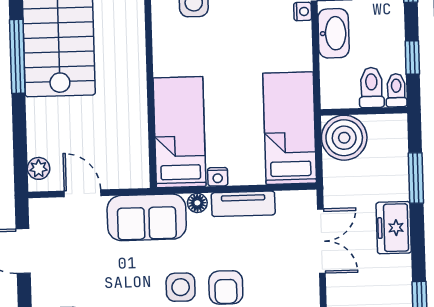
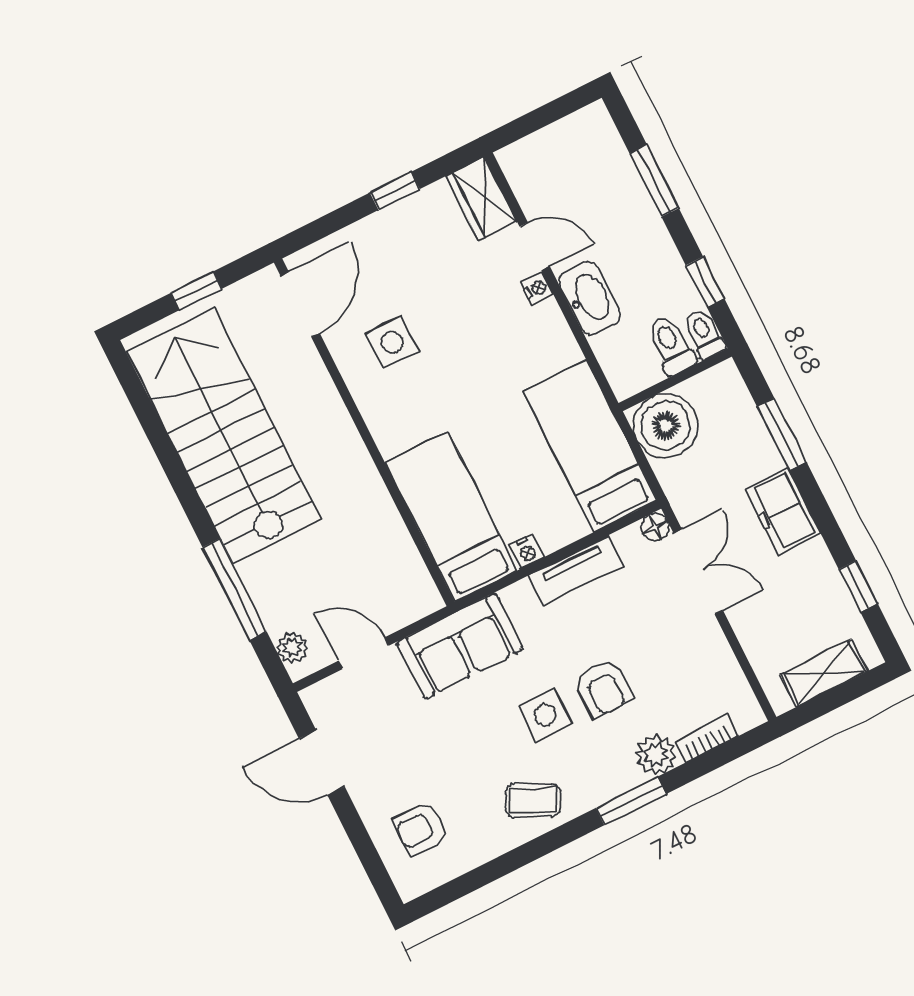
window: (17, 56) -> (235, 589), moved
floor lamp: (197, 203) -> (655, 527), moved

